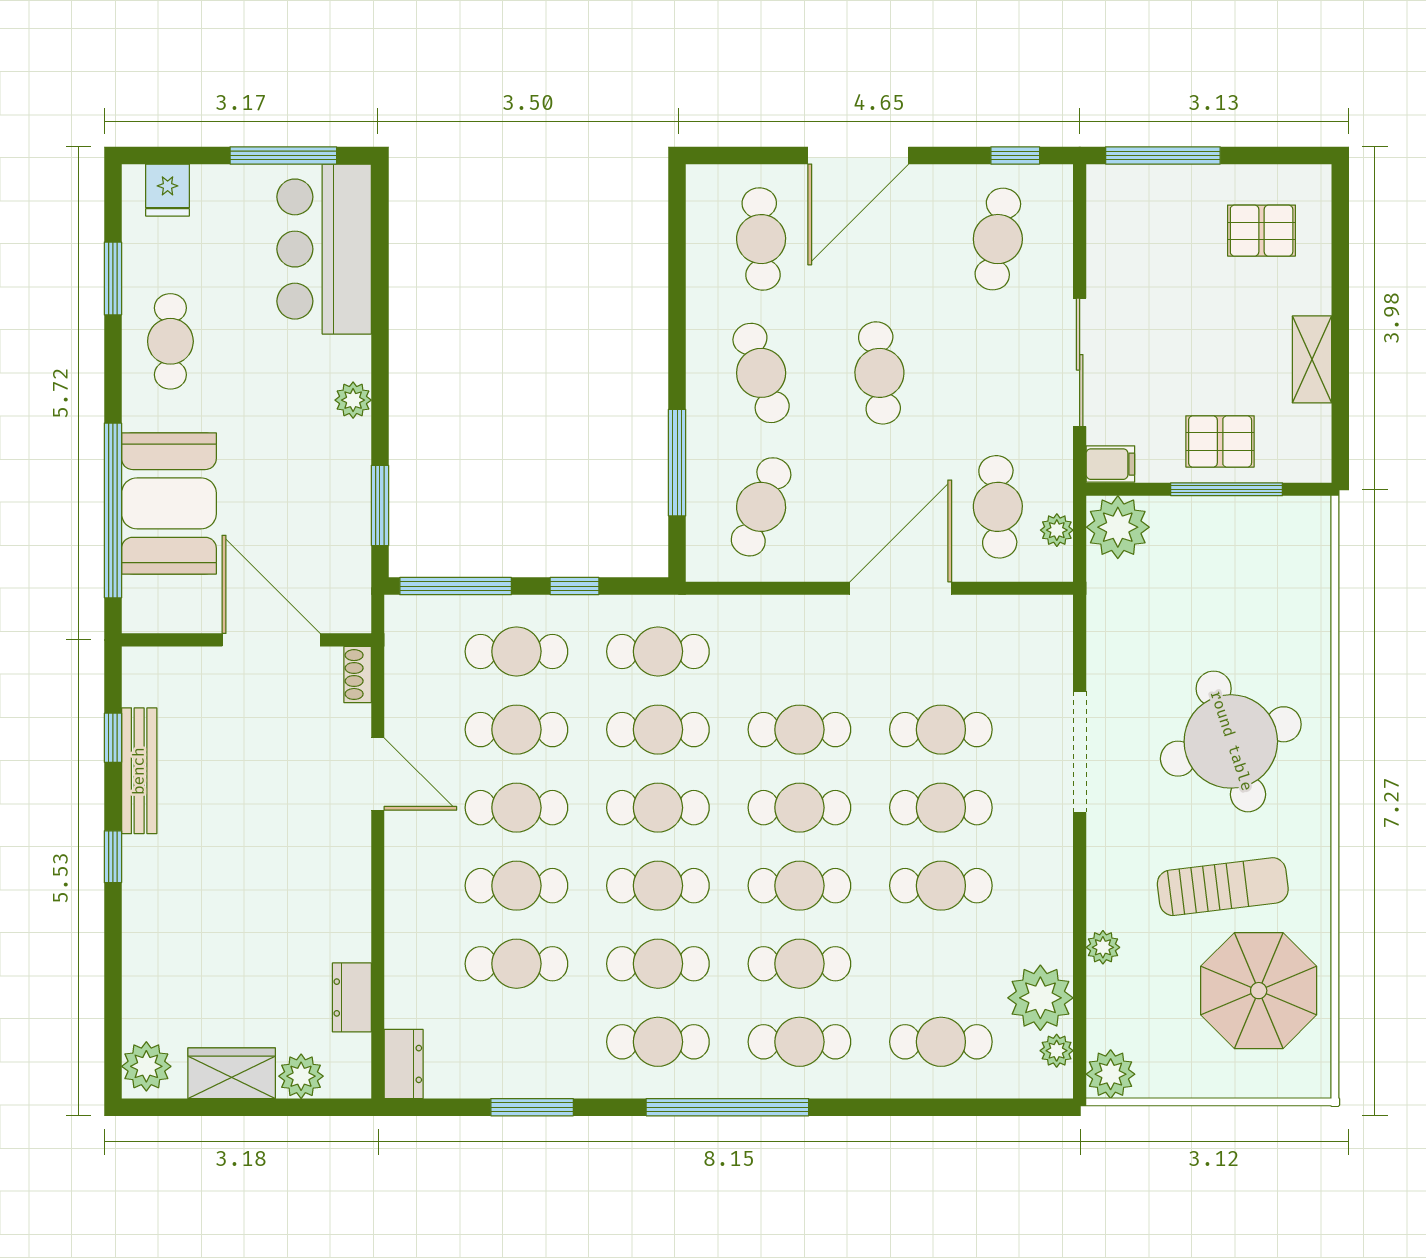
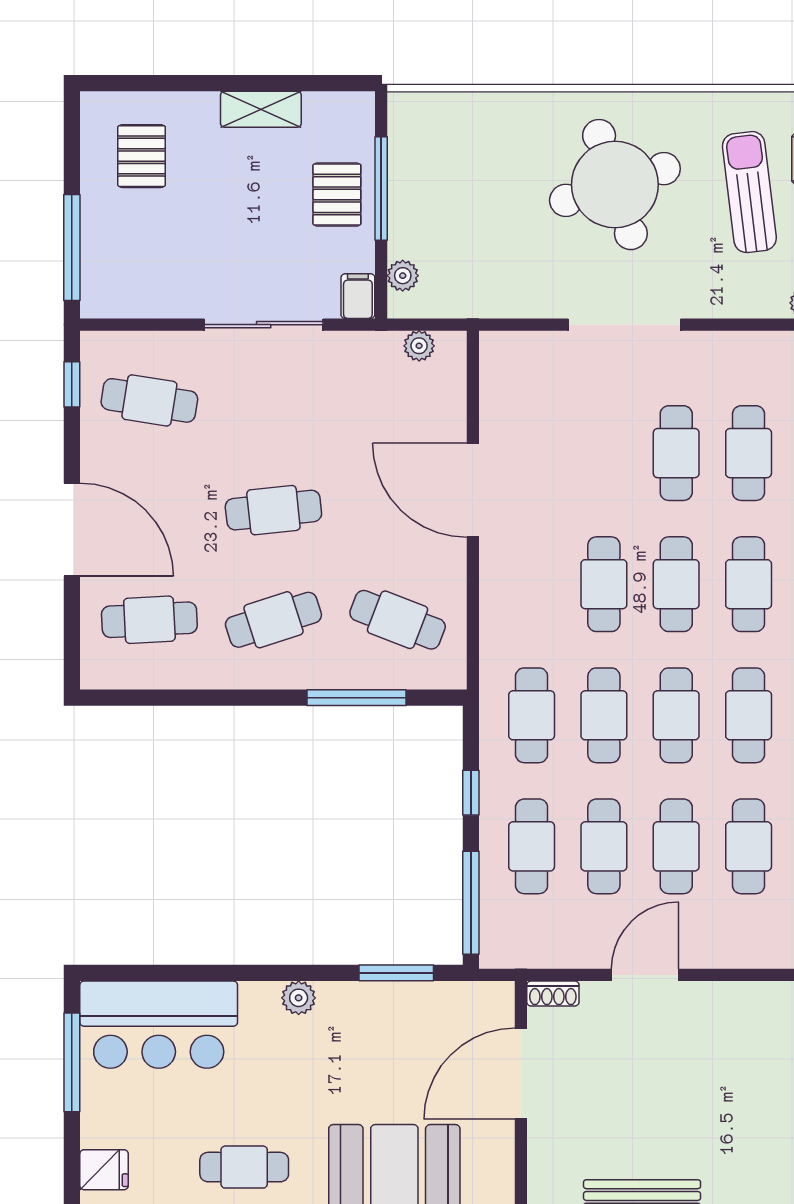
cafe table: (998, 507) -> (398, 400), removed
plant: (1118, 527) -> (403, 276), width x0.53, depth x0.53
cafe table: (941, 730) -> (604, 453), removed

